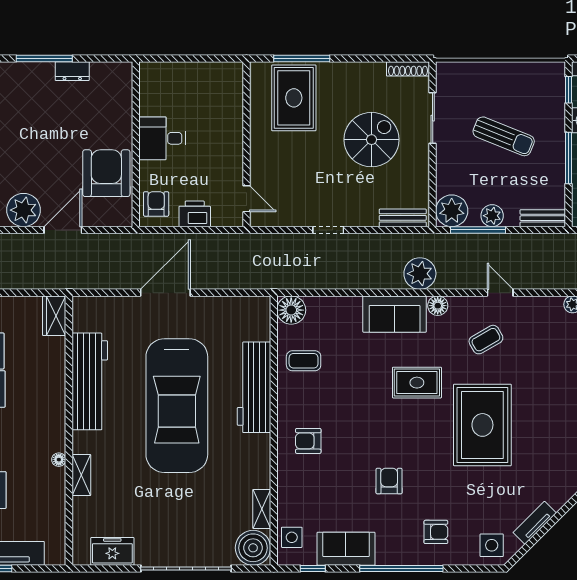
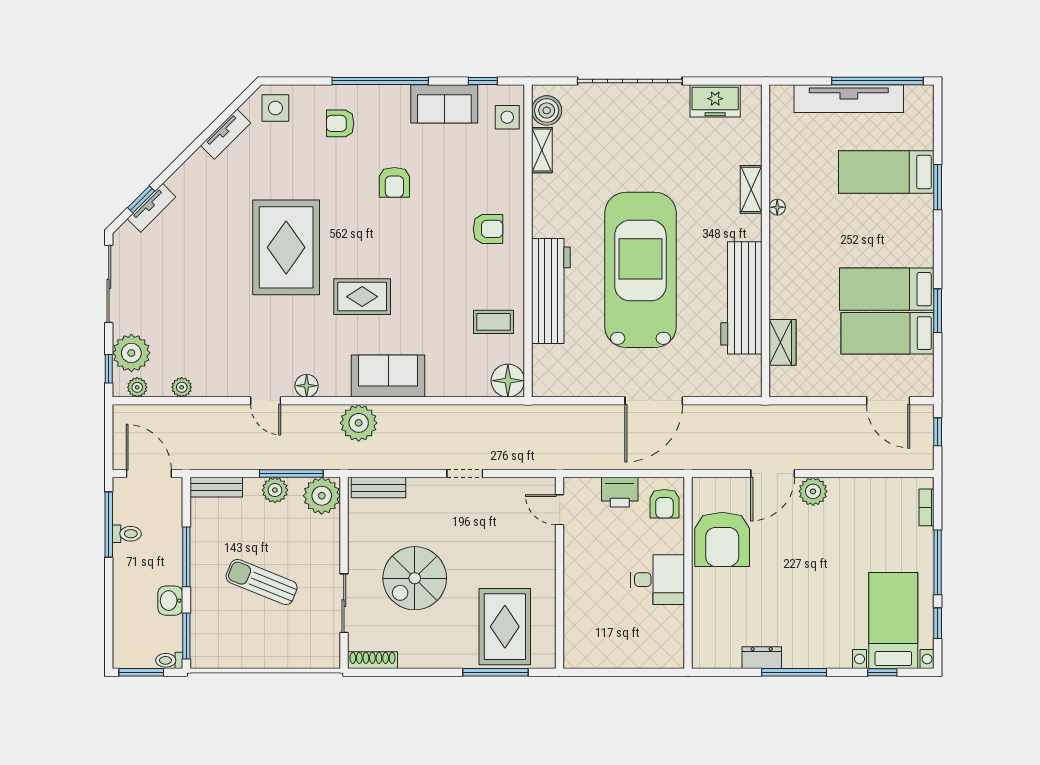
window: (568, 90) -> (186, 636), width x1.50
plant: (23, 210) -> (813, 491), width x0.73, depth x0.73
floor lamp: (438, 306) -> (307, 386), moved
wardrobe: (54, 316) -> (783, 342), moved
coffee table: (486, 340) -> (282, 346), removed
boiler: (253, 548) -> (547, 110), width x0.73, depth x0.73

